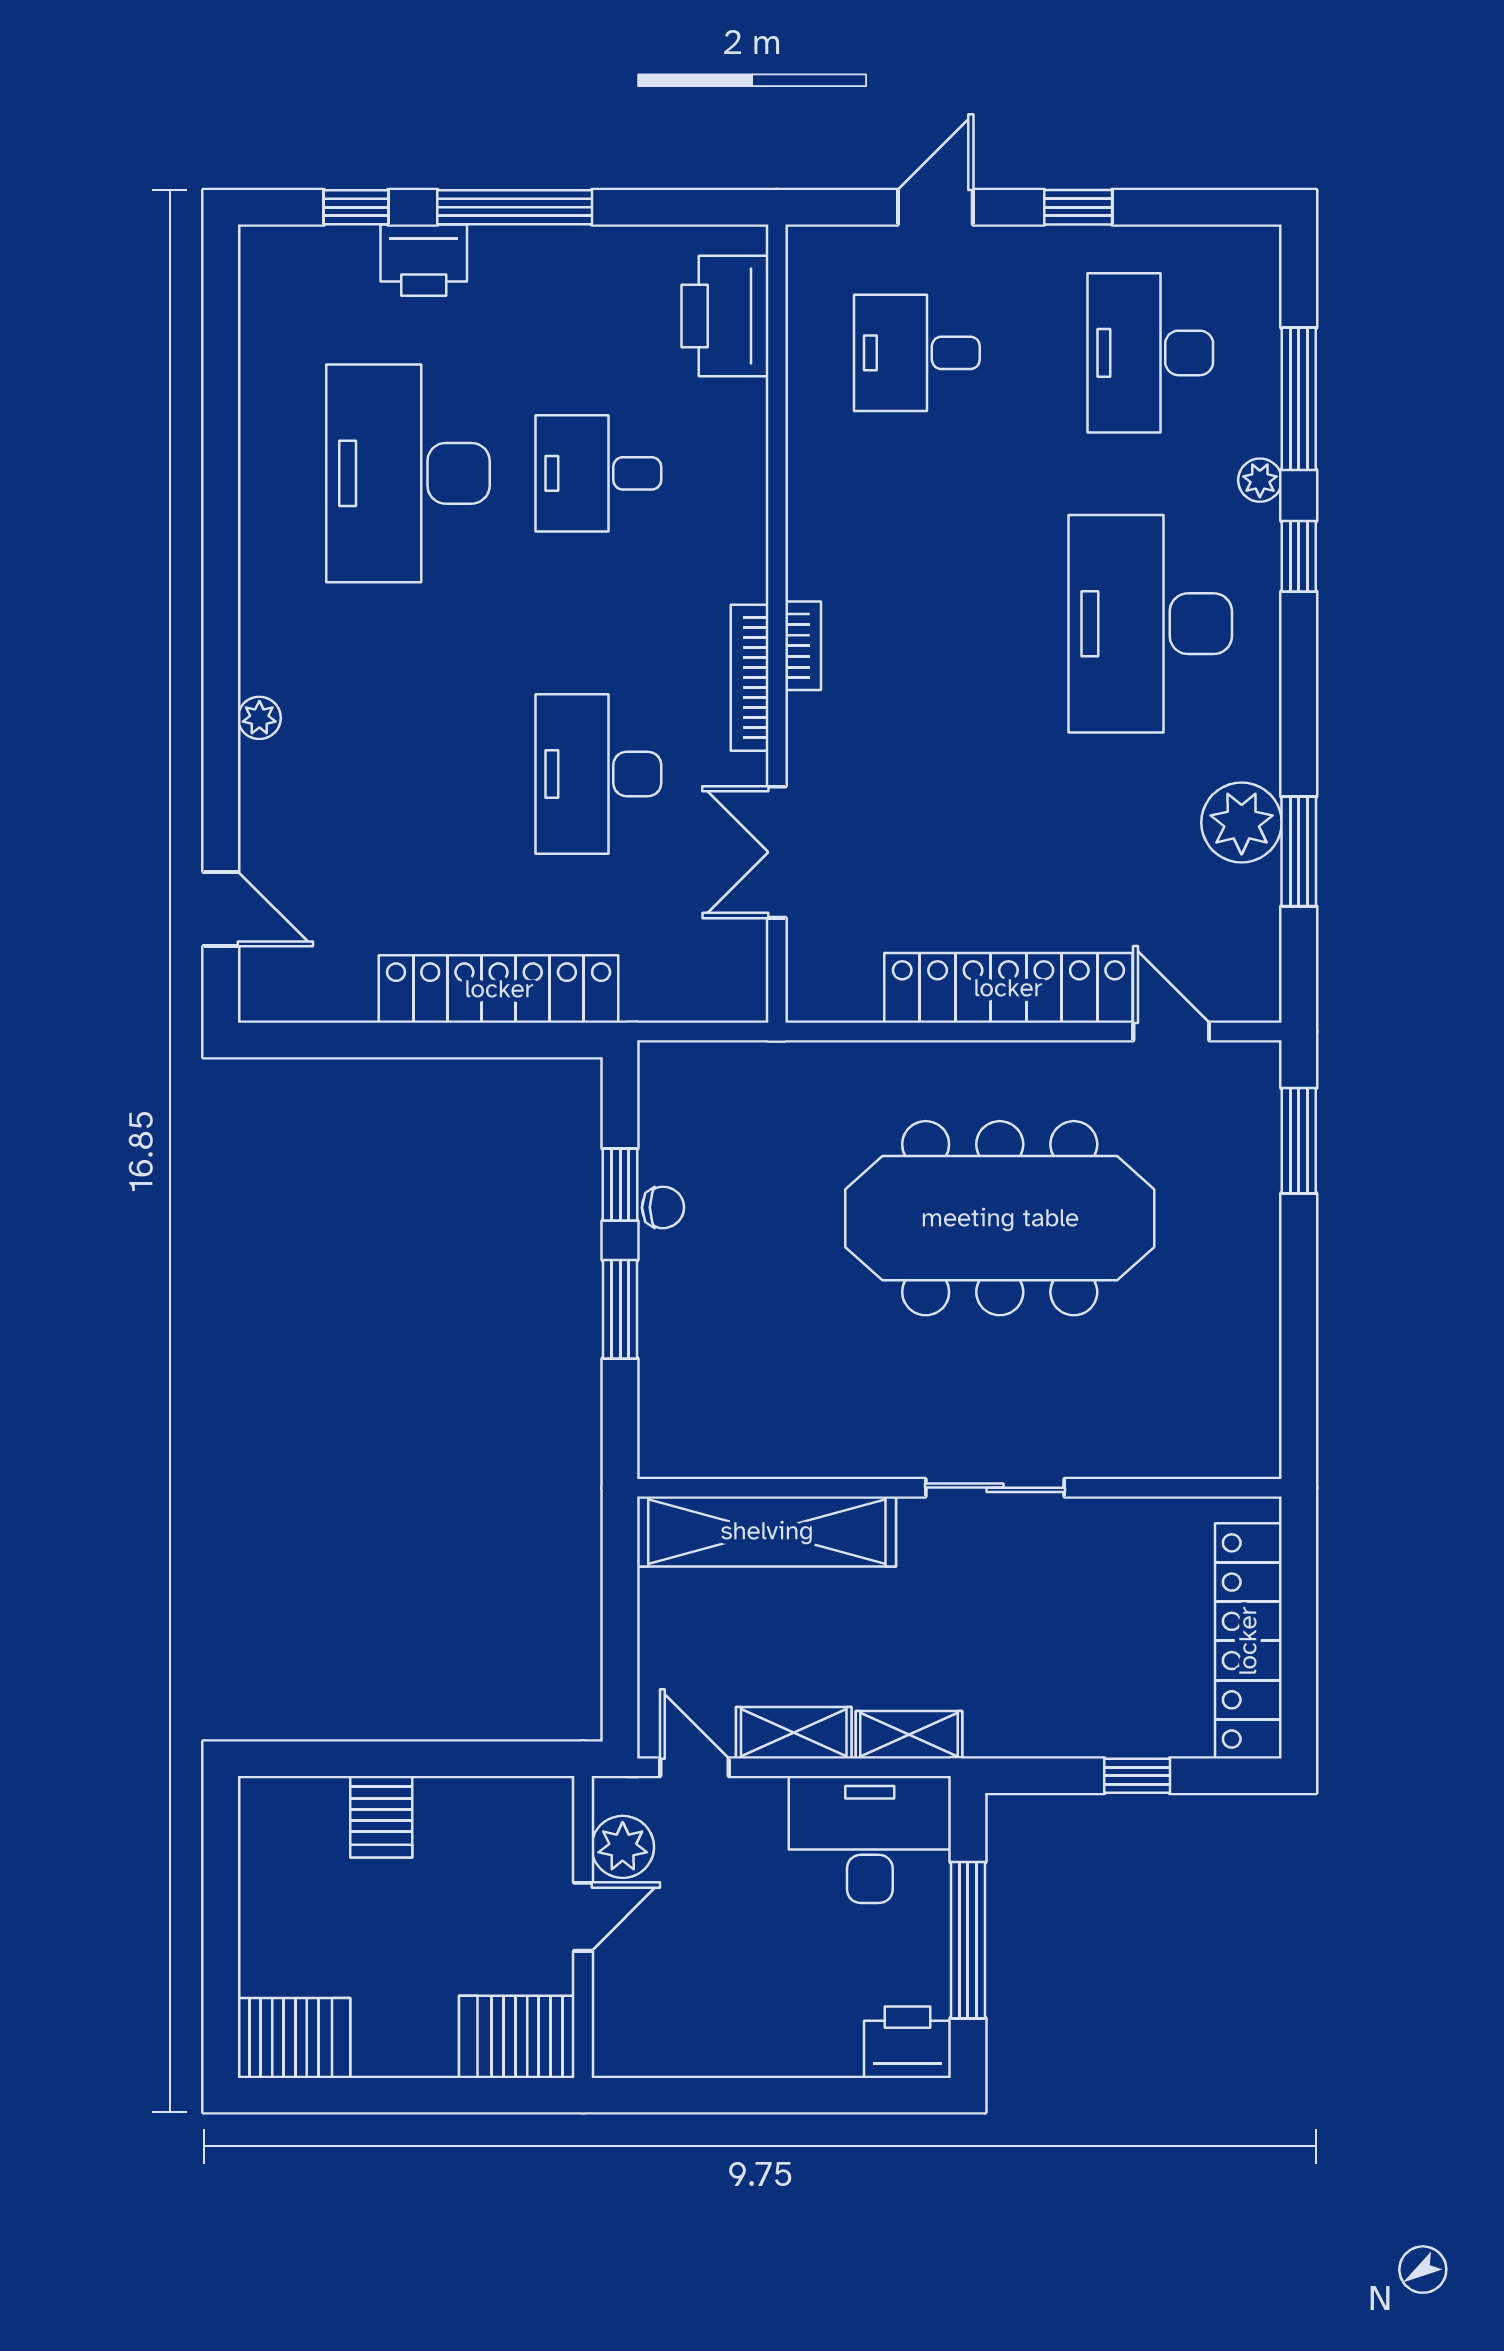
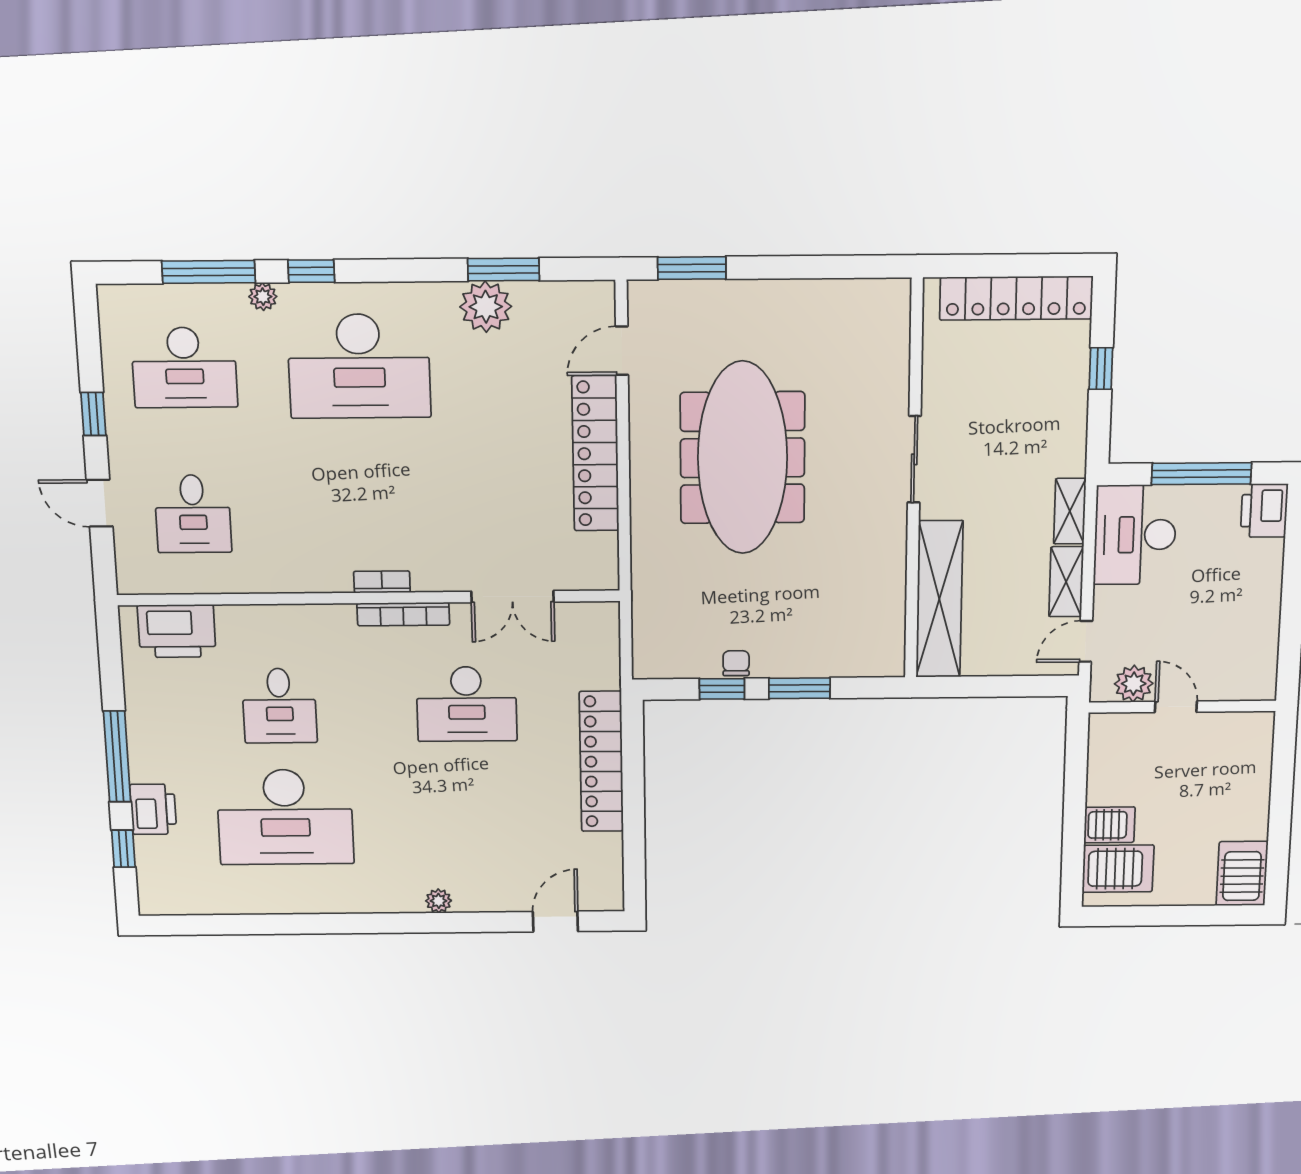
server rack: (517, 2037) -> (1118, 869), moved, turned -90

